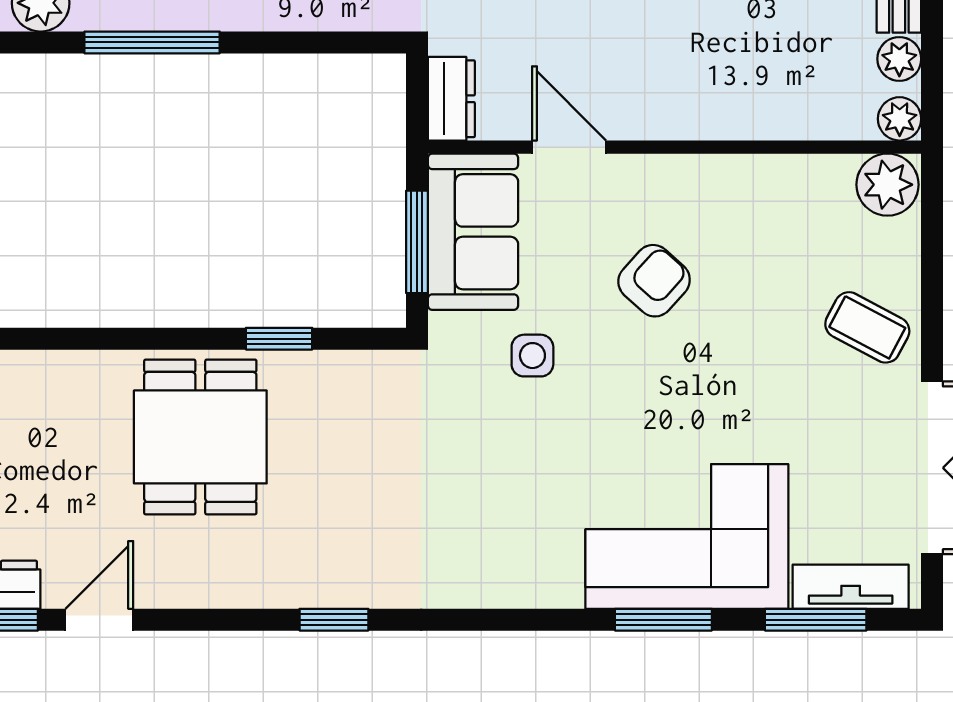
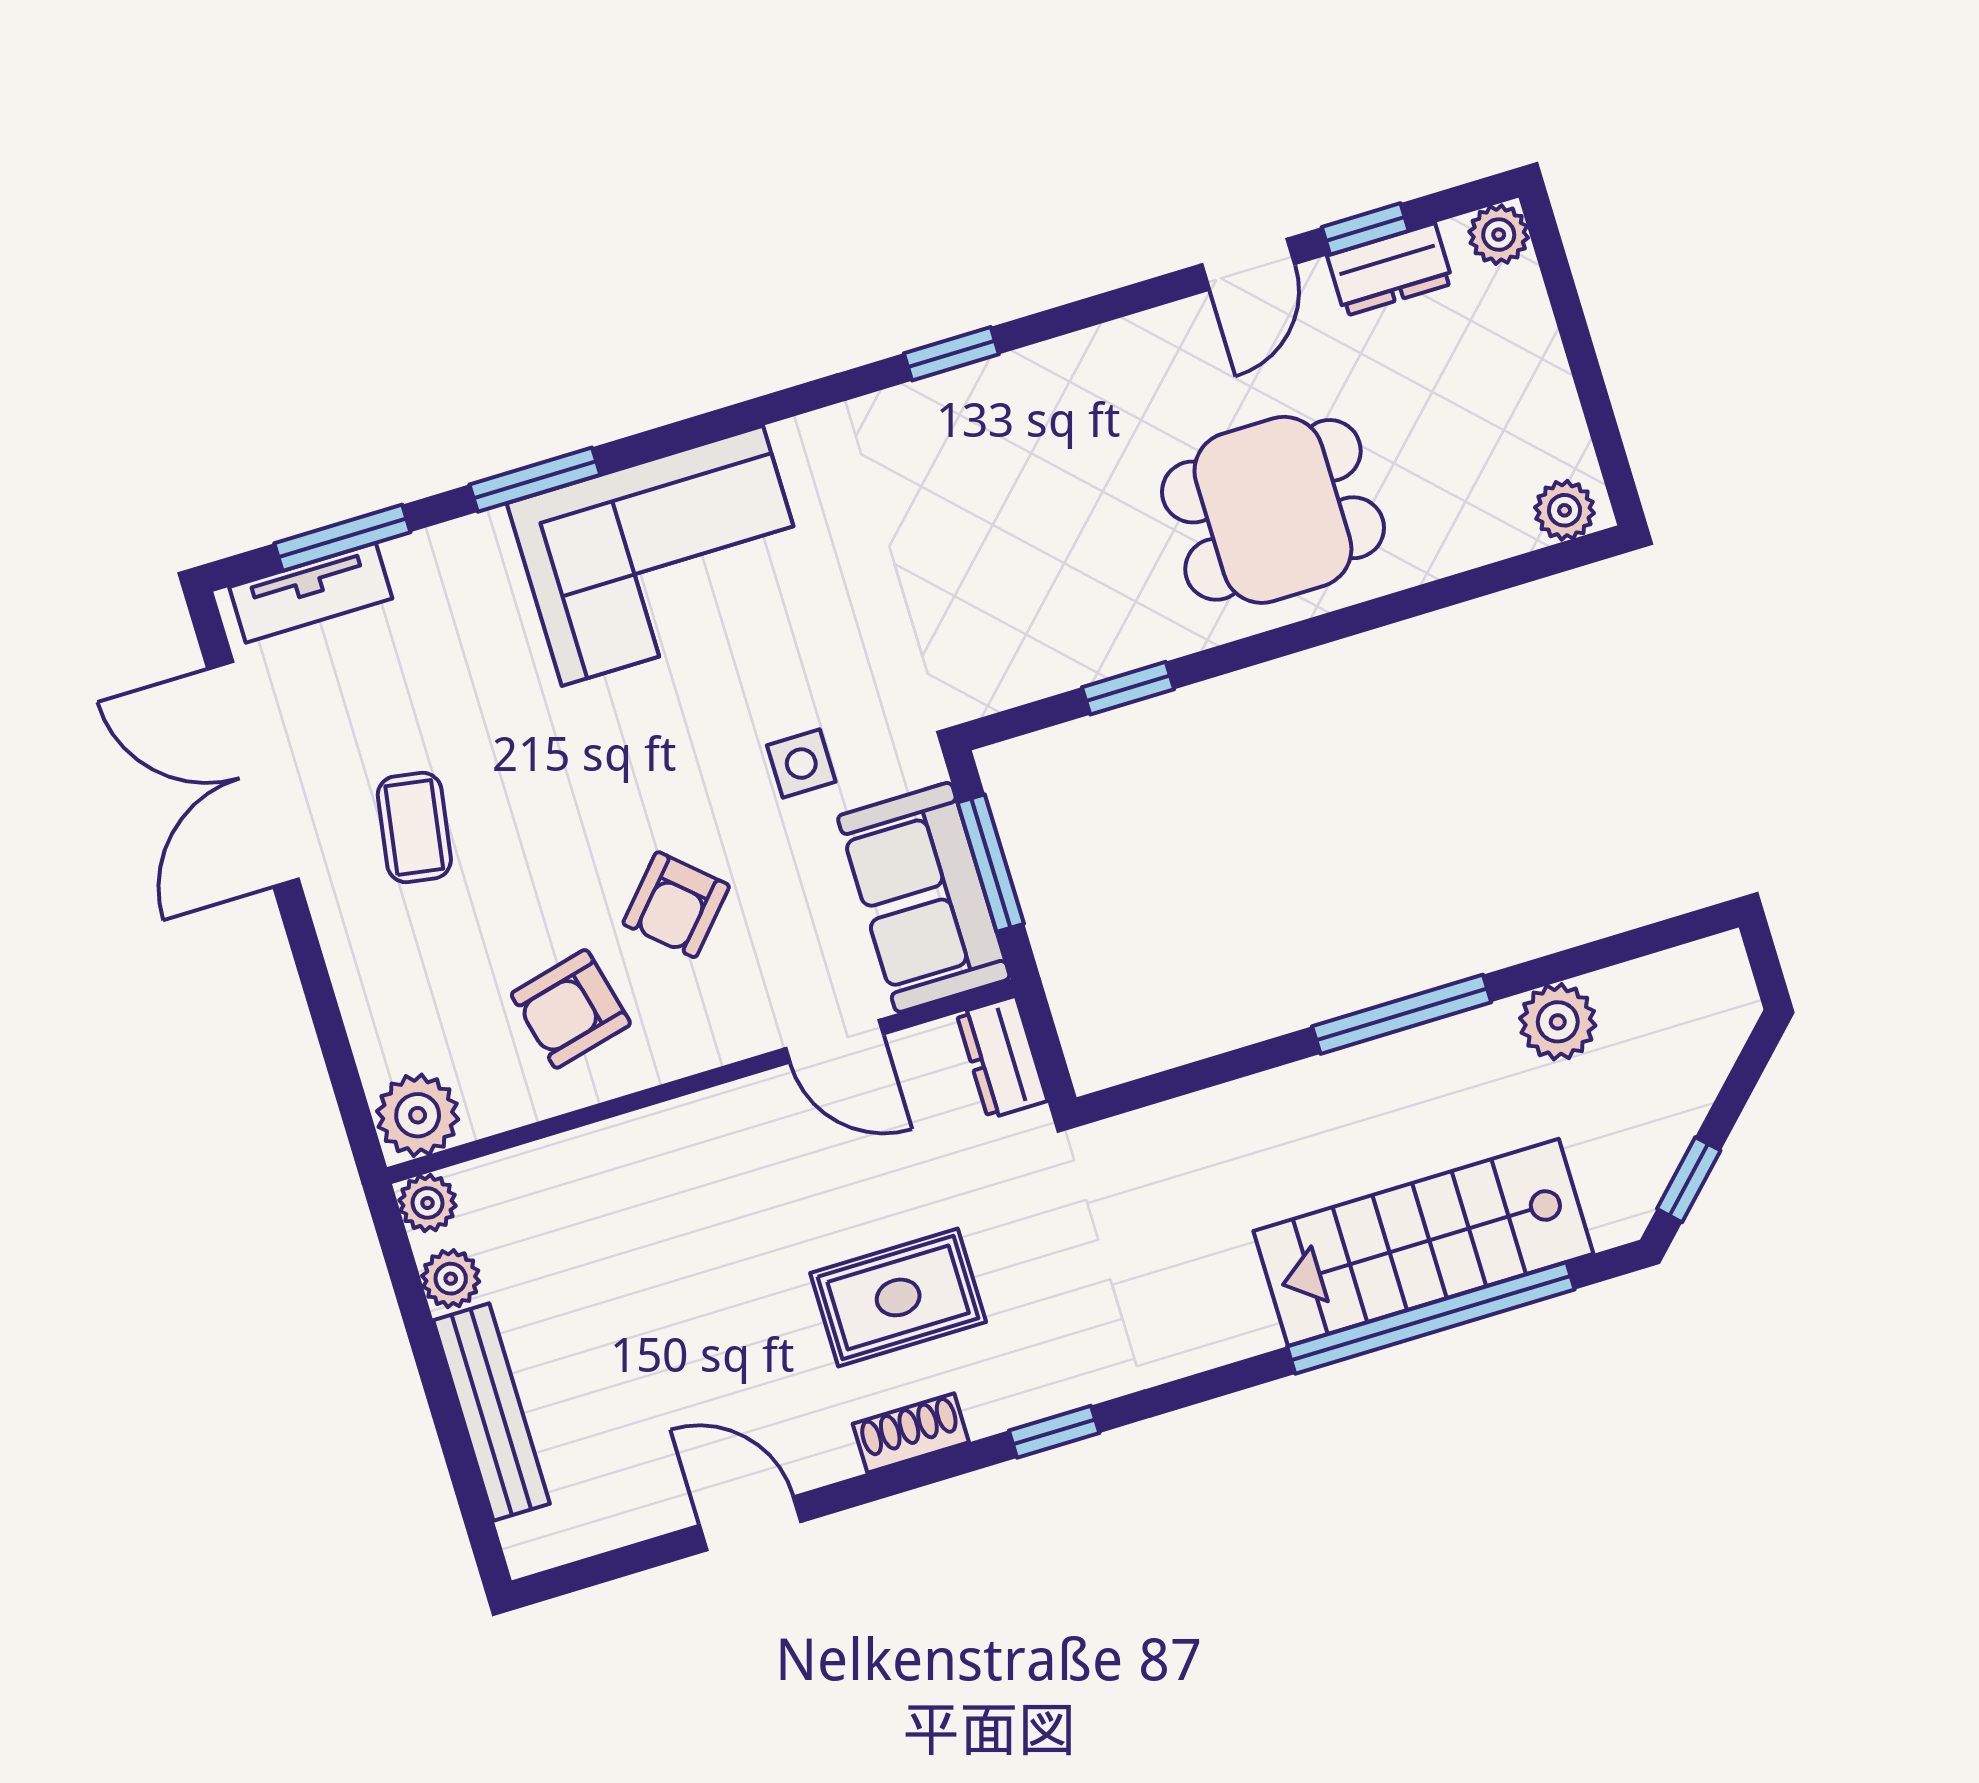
armchair: (753, 228) -> (571, 1009), added
coffee table: (867, 327) -> (414, 827), moved, turned 71
dining table: (200, 437) -> (1273, 510), moved, turned 90
corner sofa: (687, 536) -> (662, 556), moved

